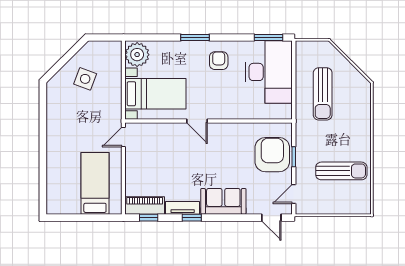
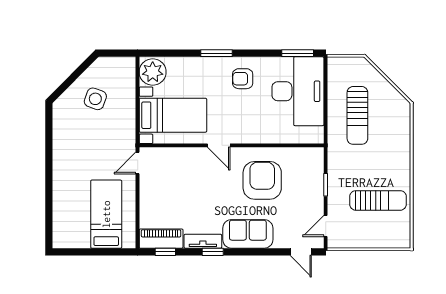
armchair: (219, 61) -> (243, 79), turned -90
armchair: (272, 155) -> (262, 180), moved

